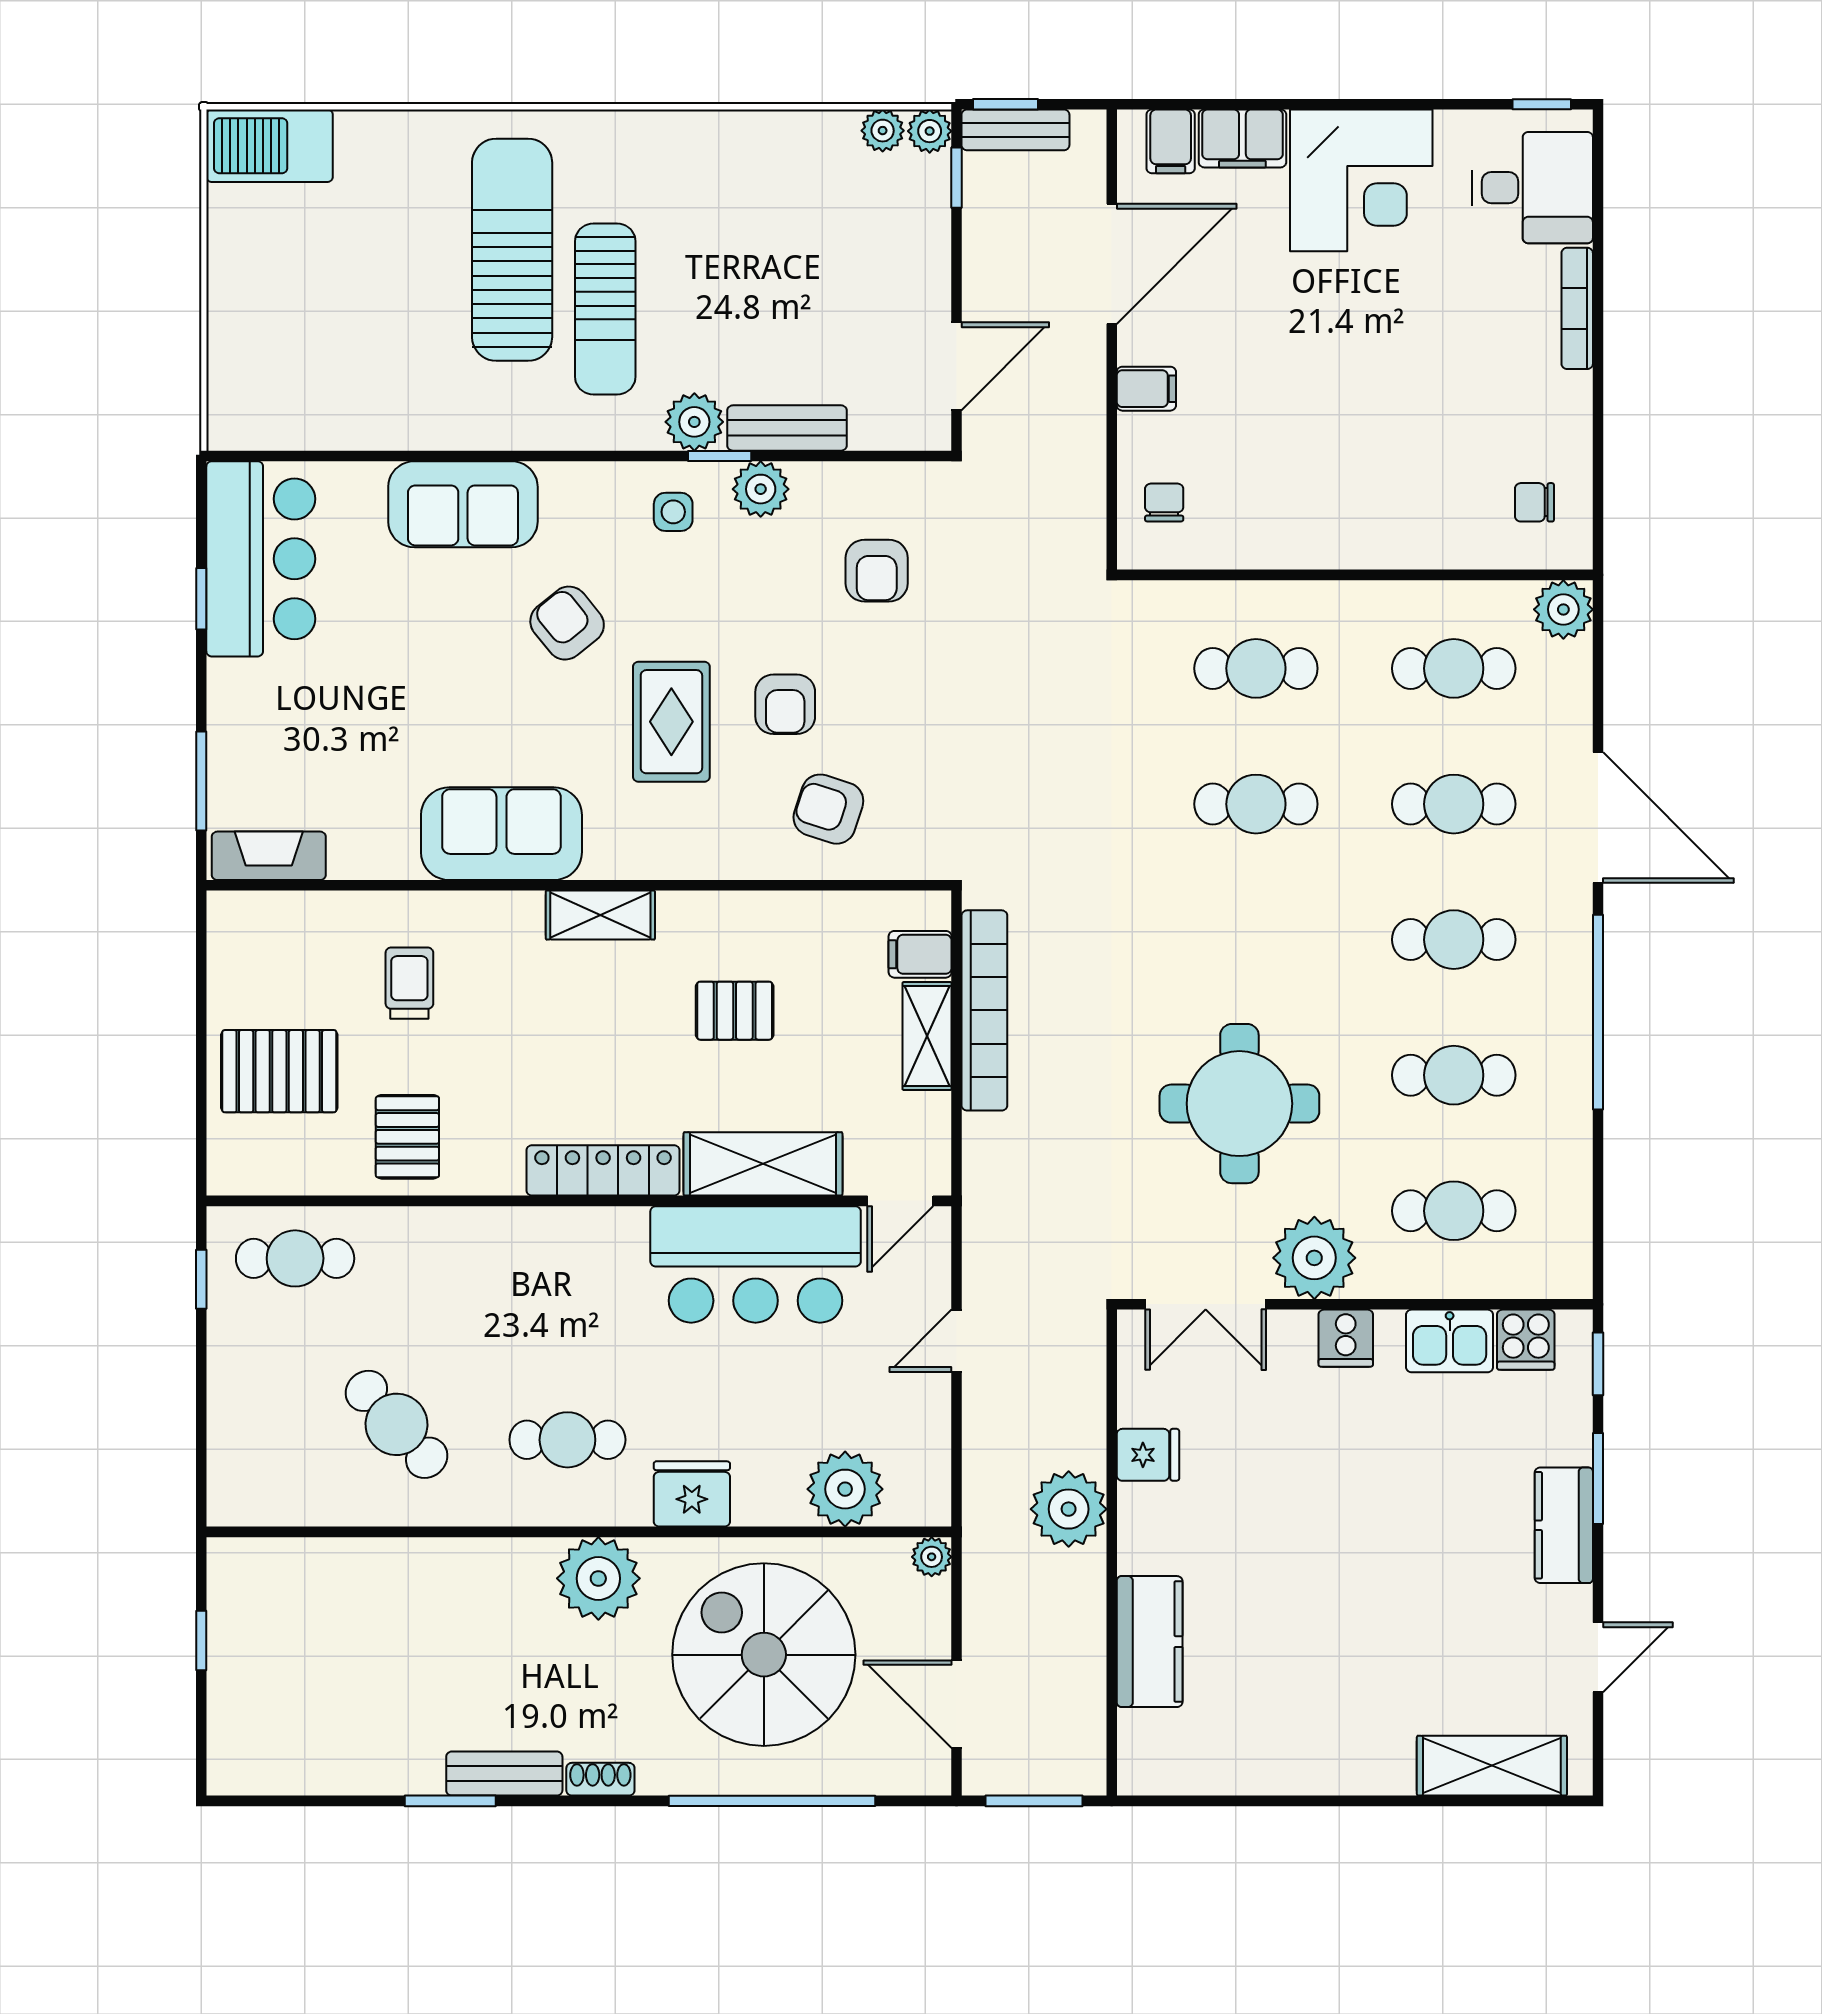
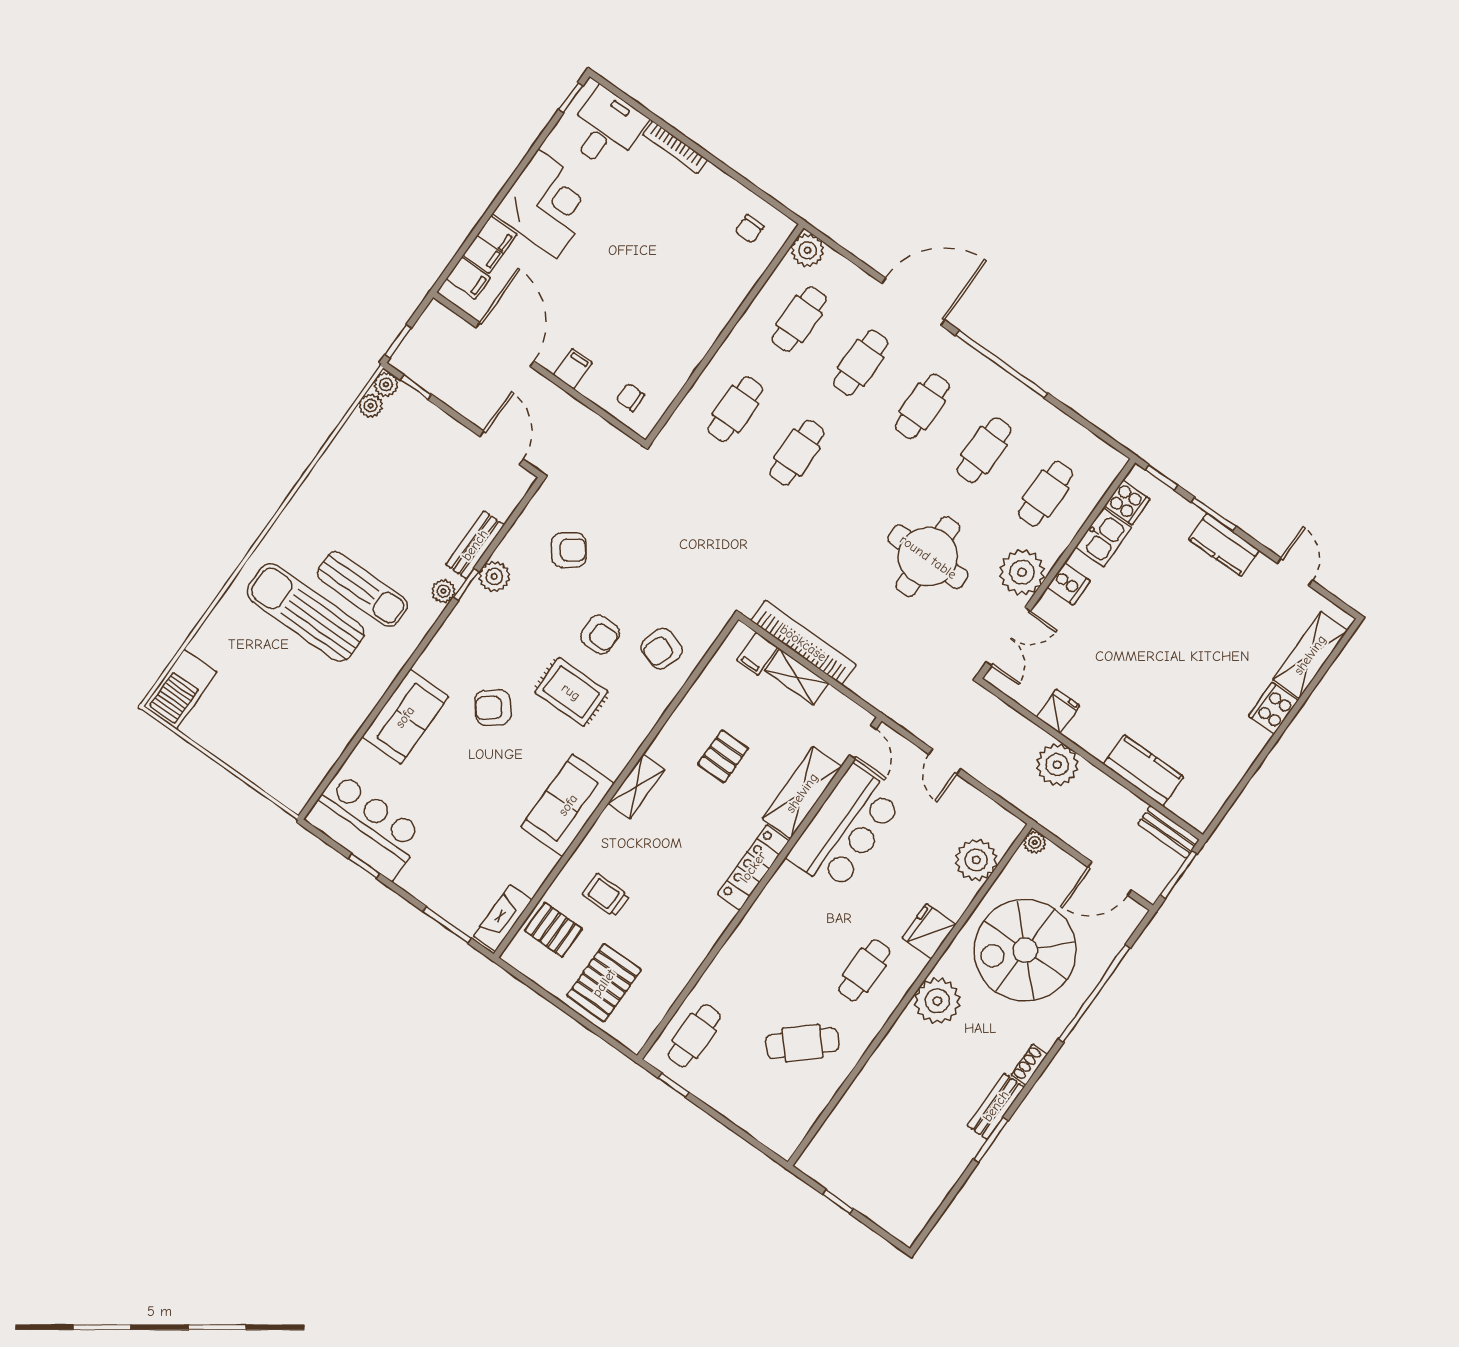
bench: (1015, 130) -> (1169, 832), moved, turned 90
plant: (694, 422) -> (443, 591), width x0.73, depth x0.73
side table: (673, 512) -> (477, 624), removed
armchair: (877, 571) -> (569, 550), turned -36
pallet: (407, 1137) -> (553, 930), moved
cooker: (1376, 1767) -> (1273, 708), added

